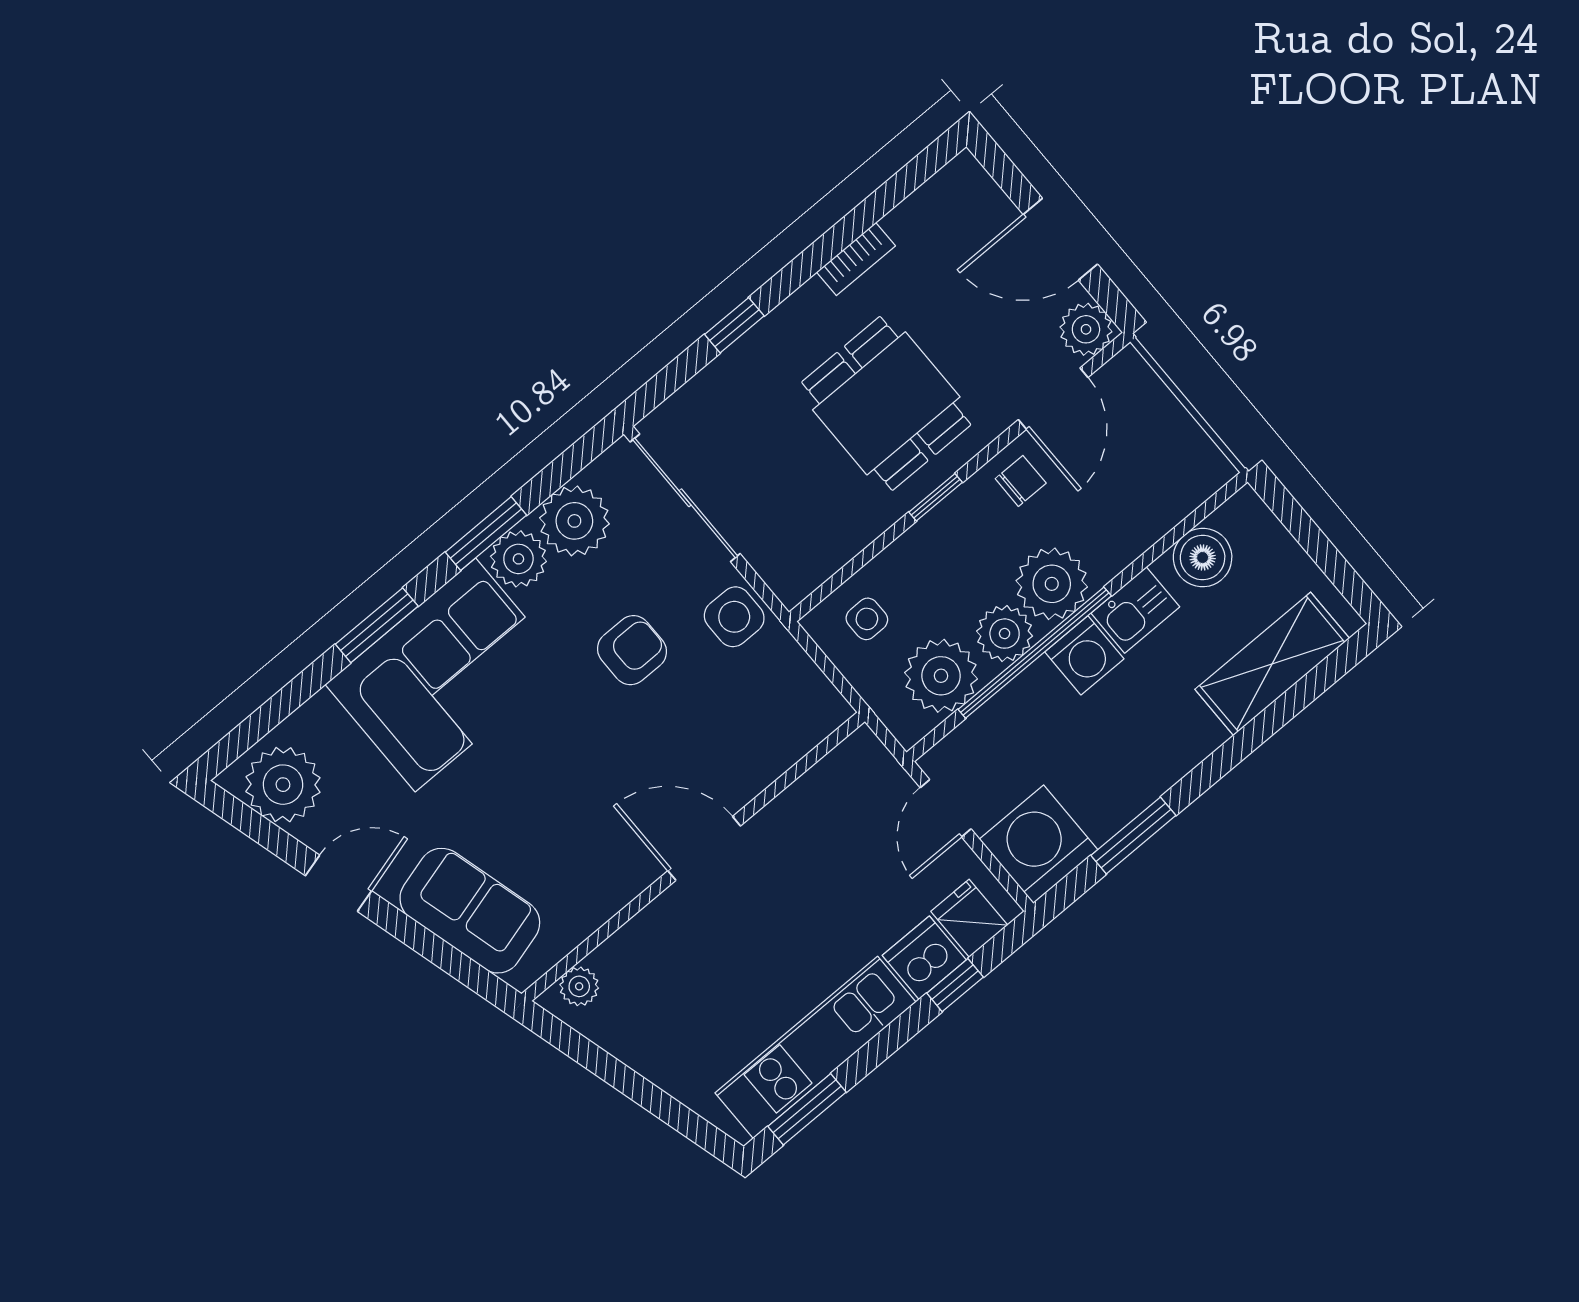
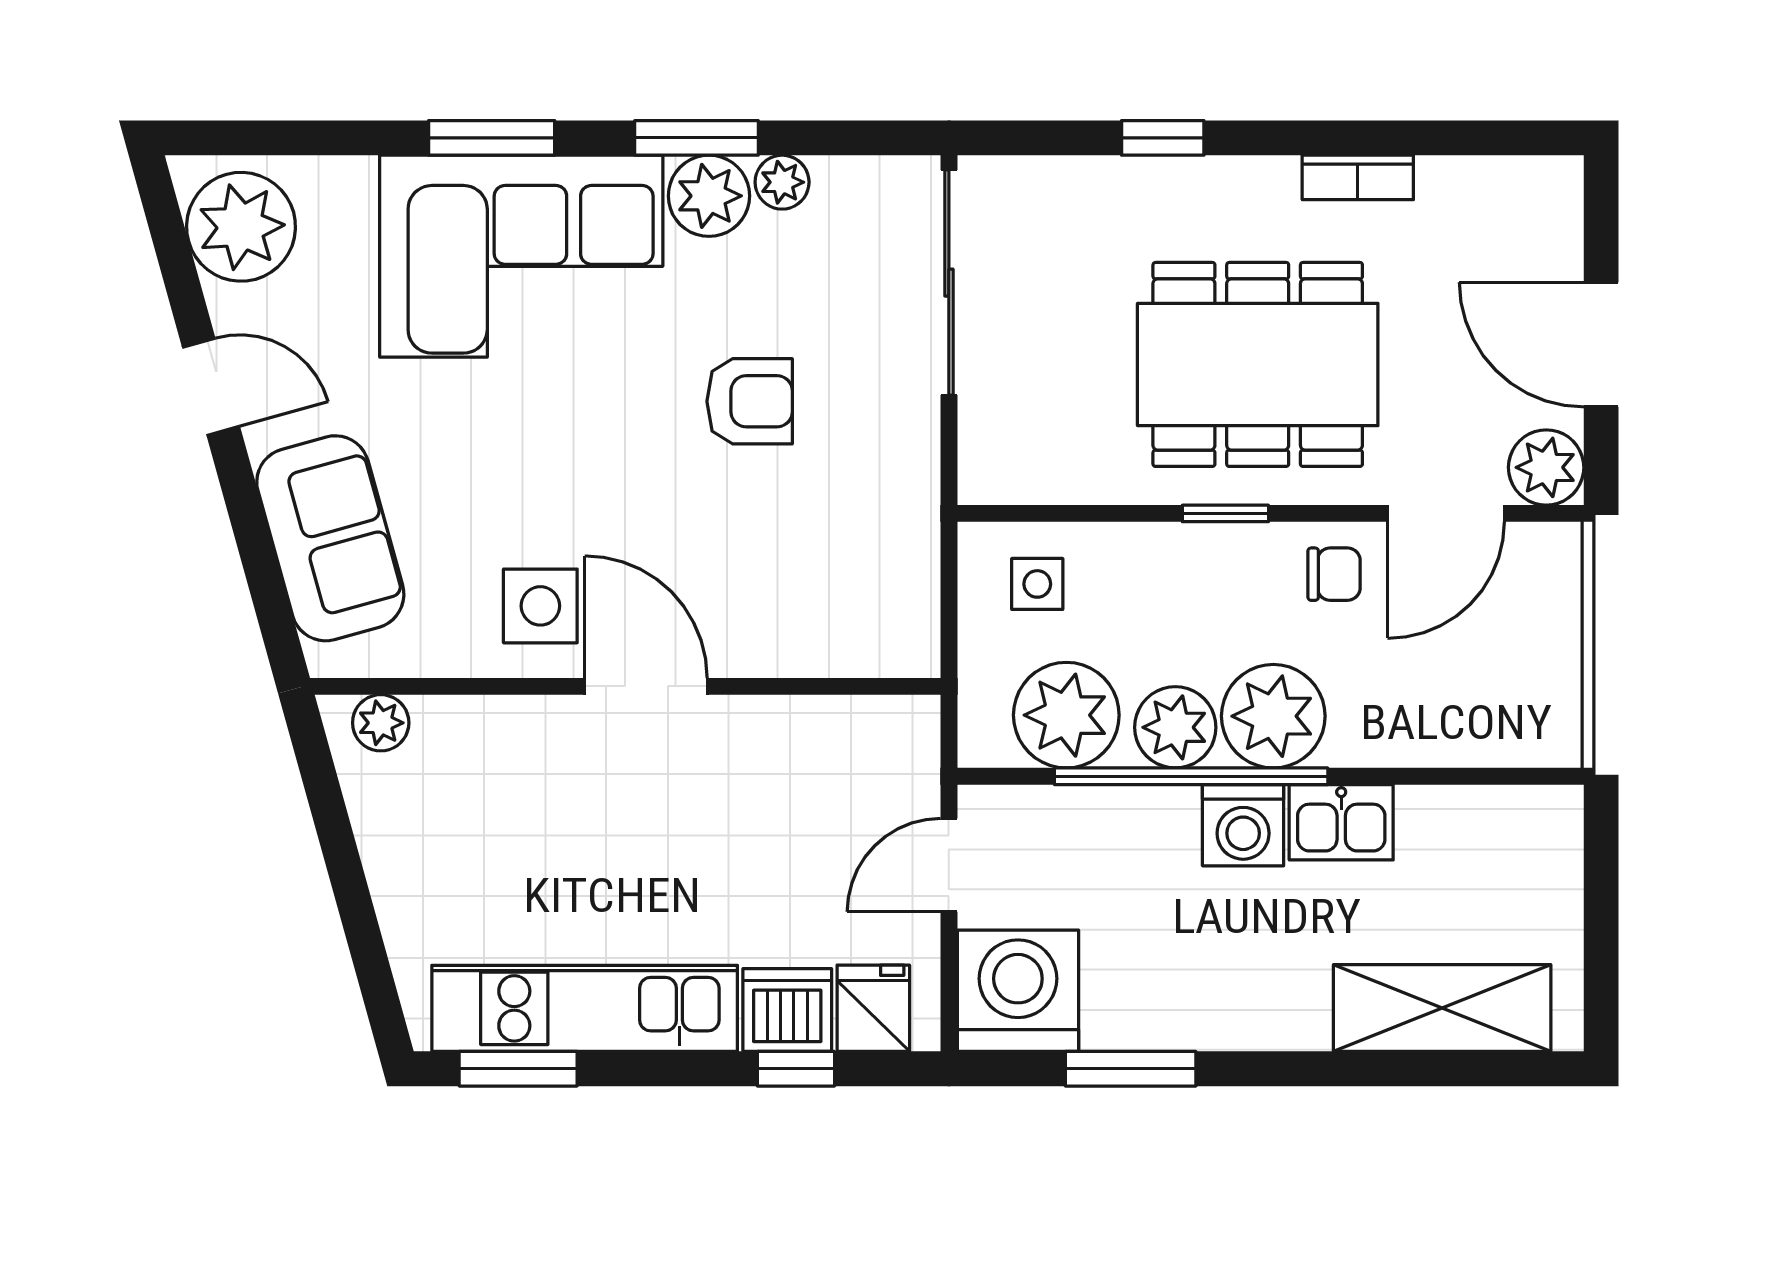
dining table: (886, 403) -> (1258, 364), width x1.38
plant: (574, 521) -> (782, 182), width x0.53, depth x0.53
boiler: (1203, 558) -> (1464, 827), removed
side table: (734, 617) -> (540, 606), moved

